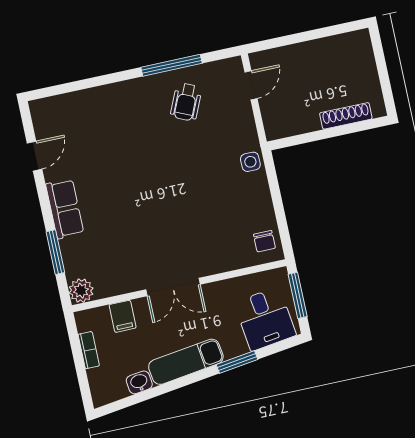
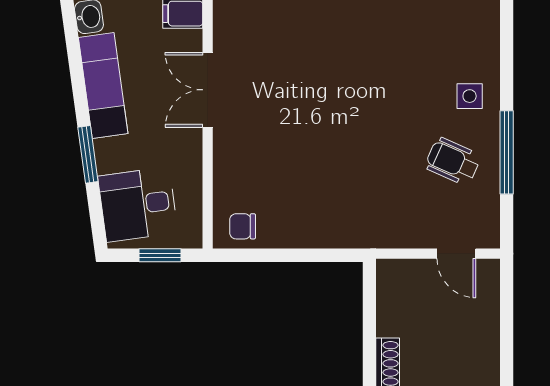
side table: (250, 162) -> (470, 96), moved
window: (298, 295) -> (160, 255), width x0.67

